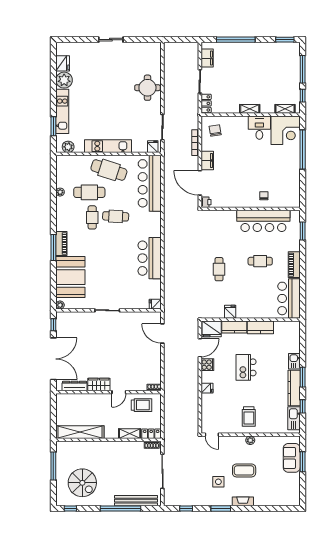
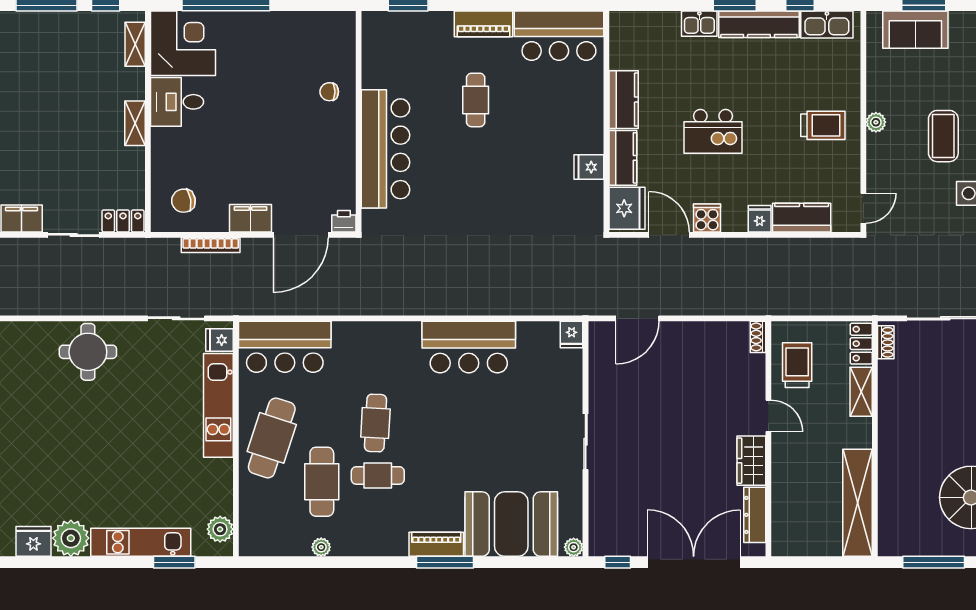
kitchen unit: (108, 146) -> (218, 405), moved
bar counter: (150, 183) -> (285, 347), width x0.73
bar counter: (263, 221) -> (385, 149), moved
cafe table: (219, 269) -> (494, 192), removed
kitchen counter: (208, 407) -> (802, 218), added

